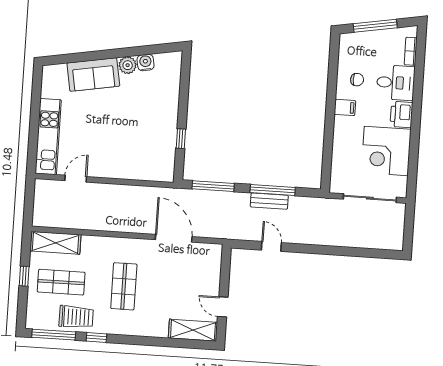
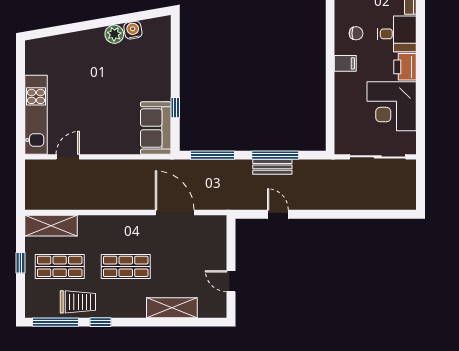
sofa: (93, 75) -> (156, 128), moved, turned 100
shop shelf: (124, 286) -> (126, 266), turned 90
shelving: (193, 330) -> (172, 308), moved

